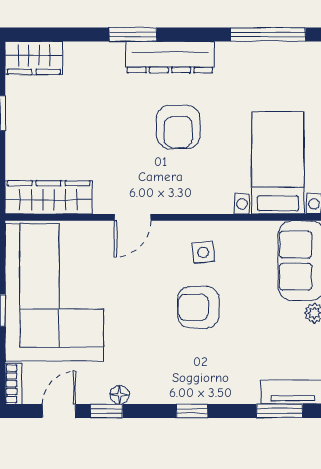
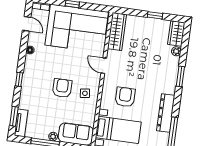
plant: (76, 52) -> (176, 51), added
dresser: (170, 57) -> (166, 113), moved
armchair: (178, 127) -> (125, 97), moved, turned 90
window: (107, 411) -> (24, 44), removed

